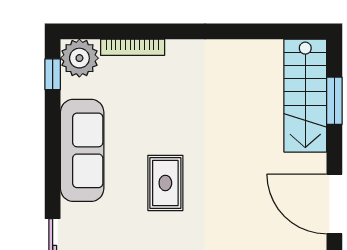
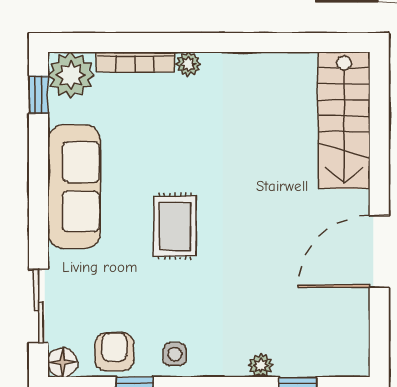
plant: (177, 49) -> (188, 64), added
window: (334, 101) -> (379, 127), removed
door: (334, 204) -> (379, 252), hinge flipped

